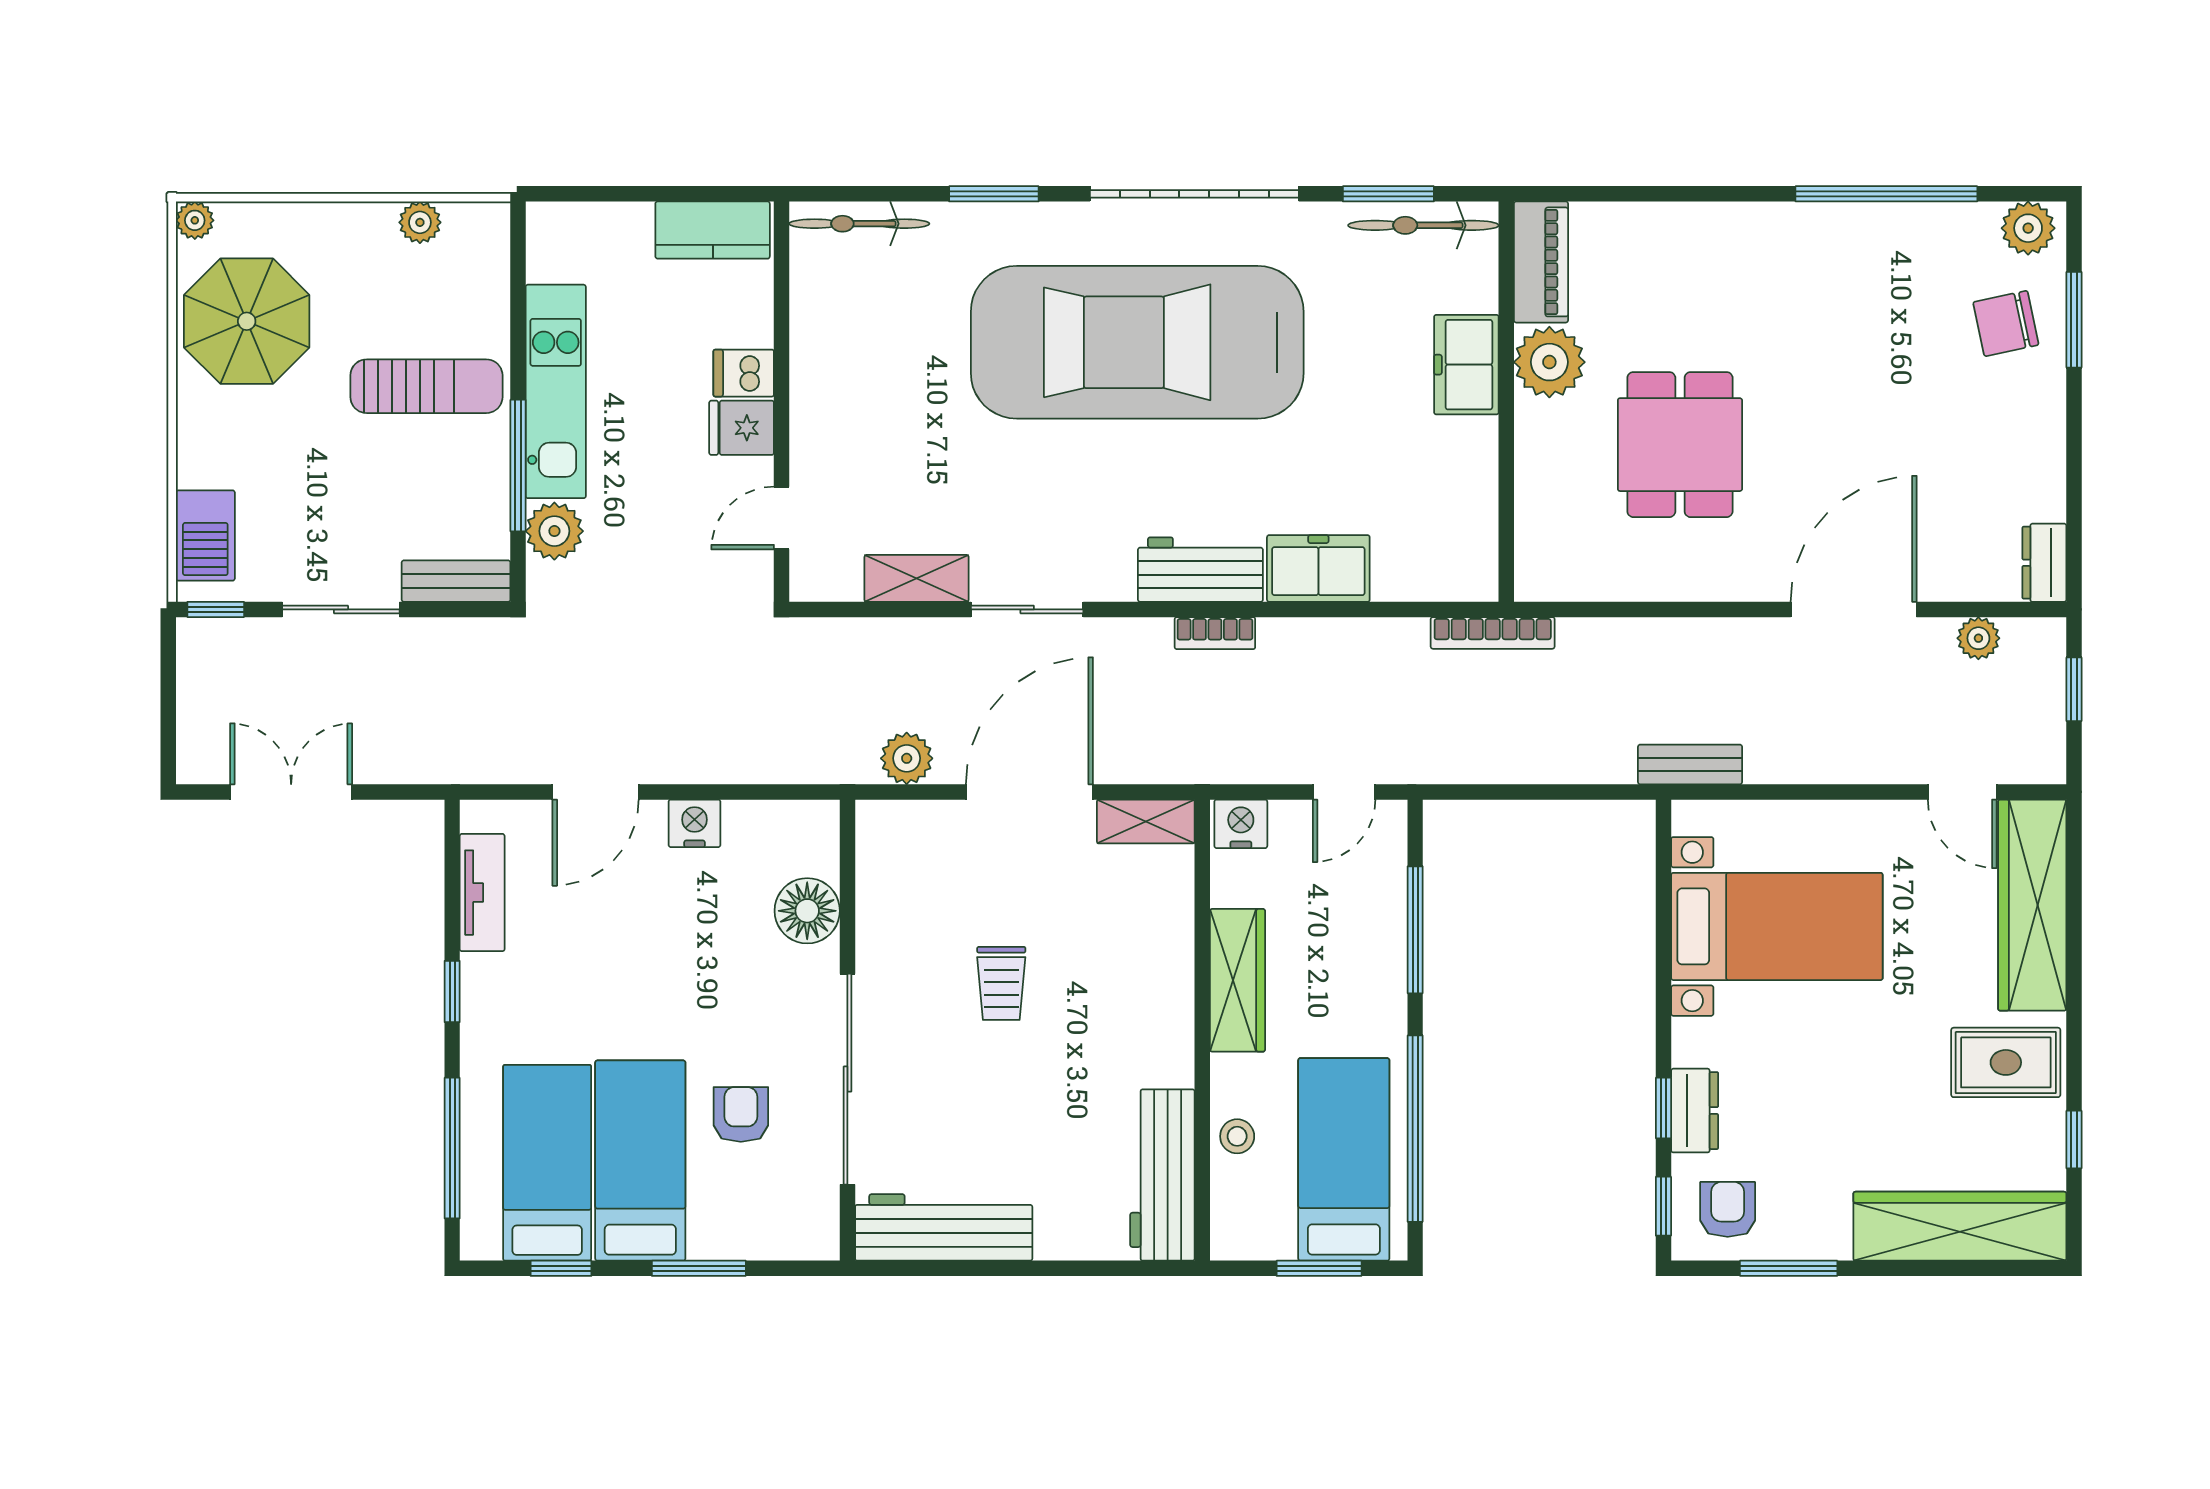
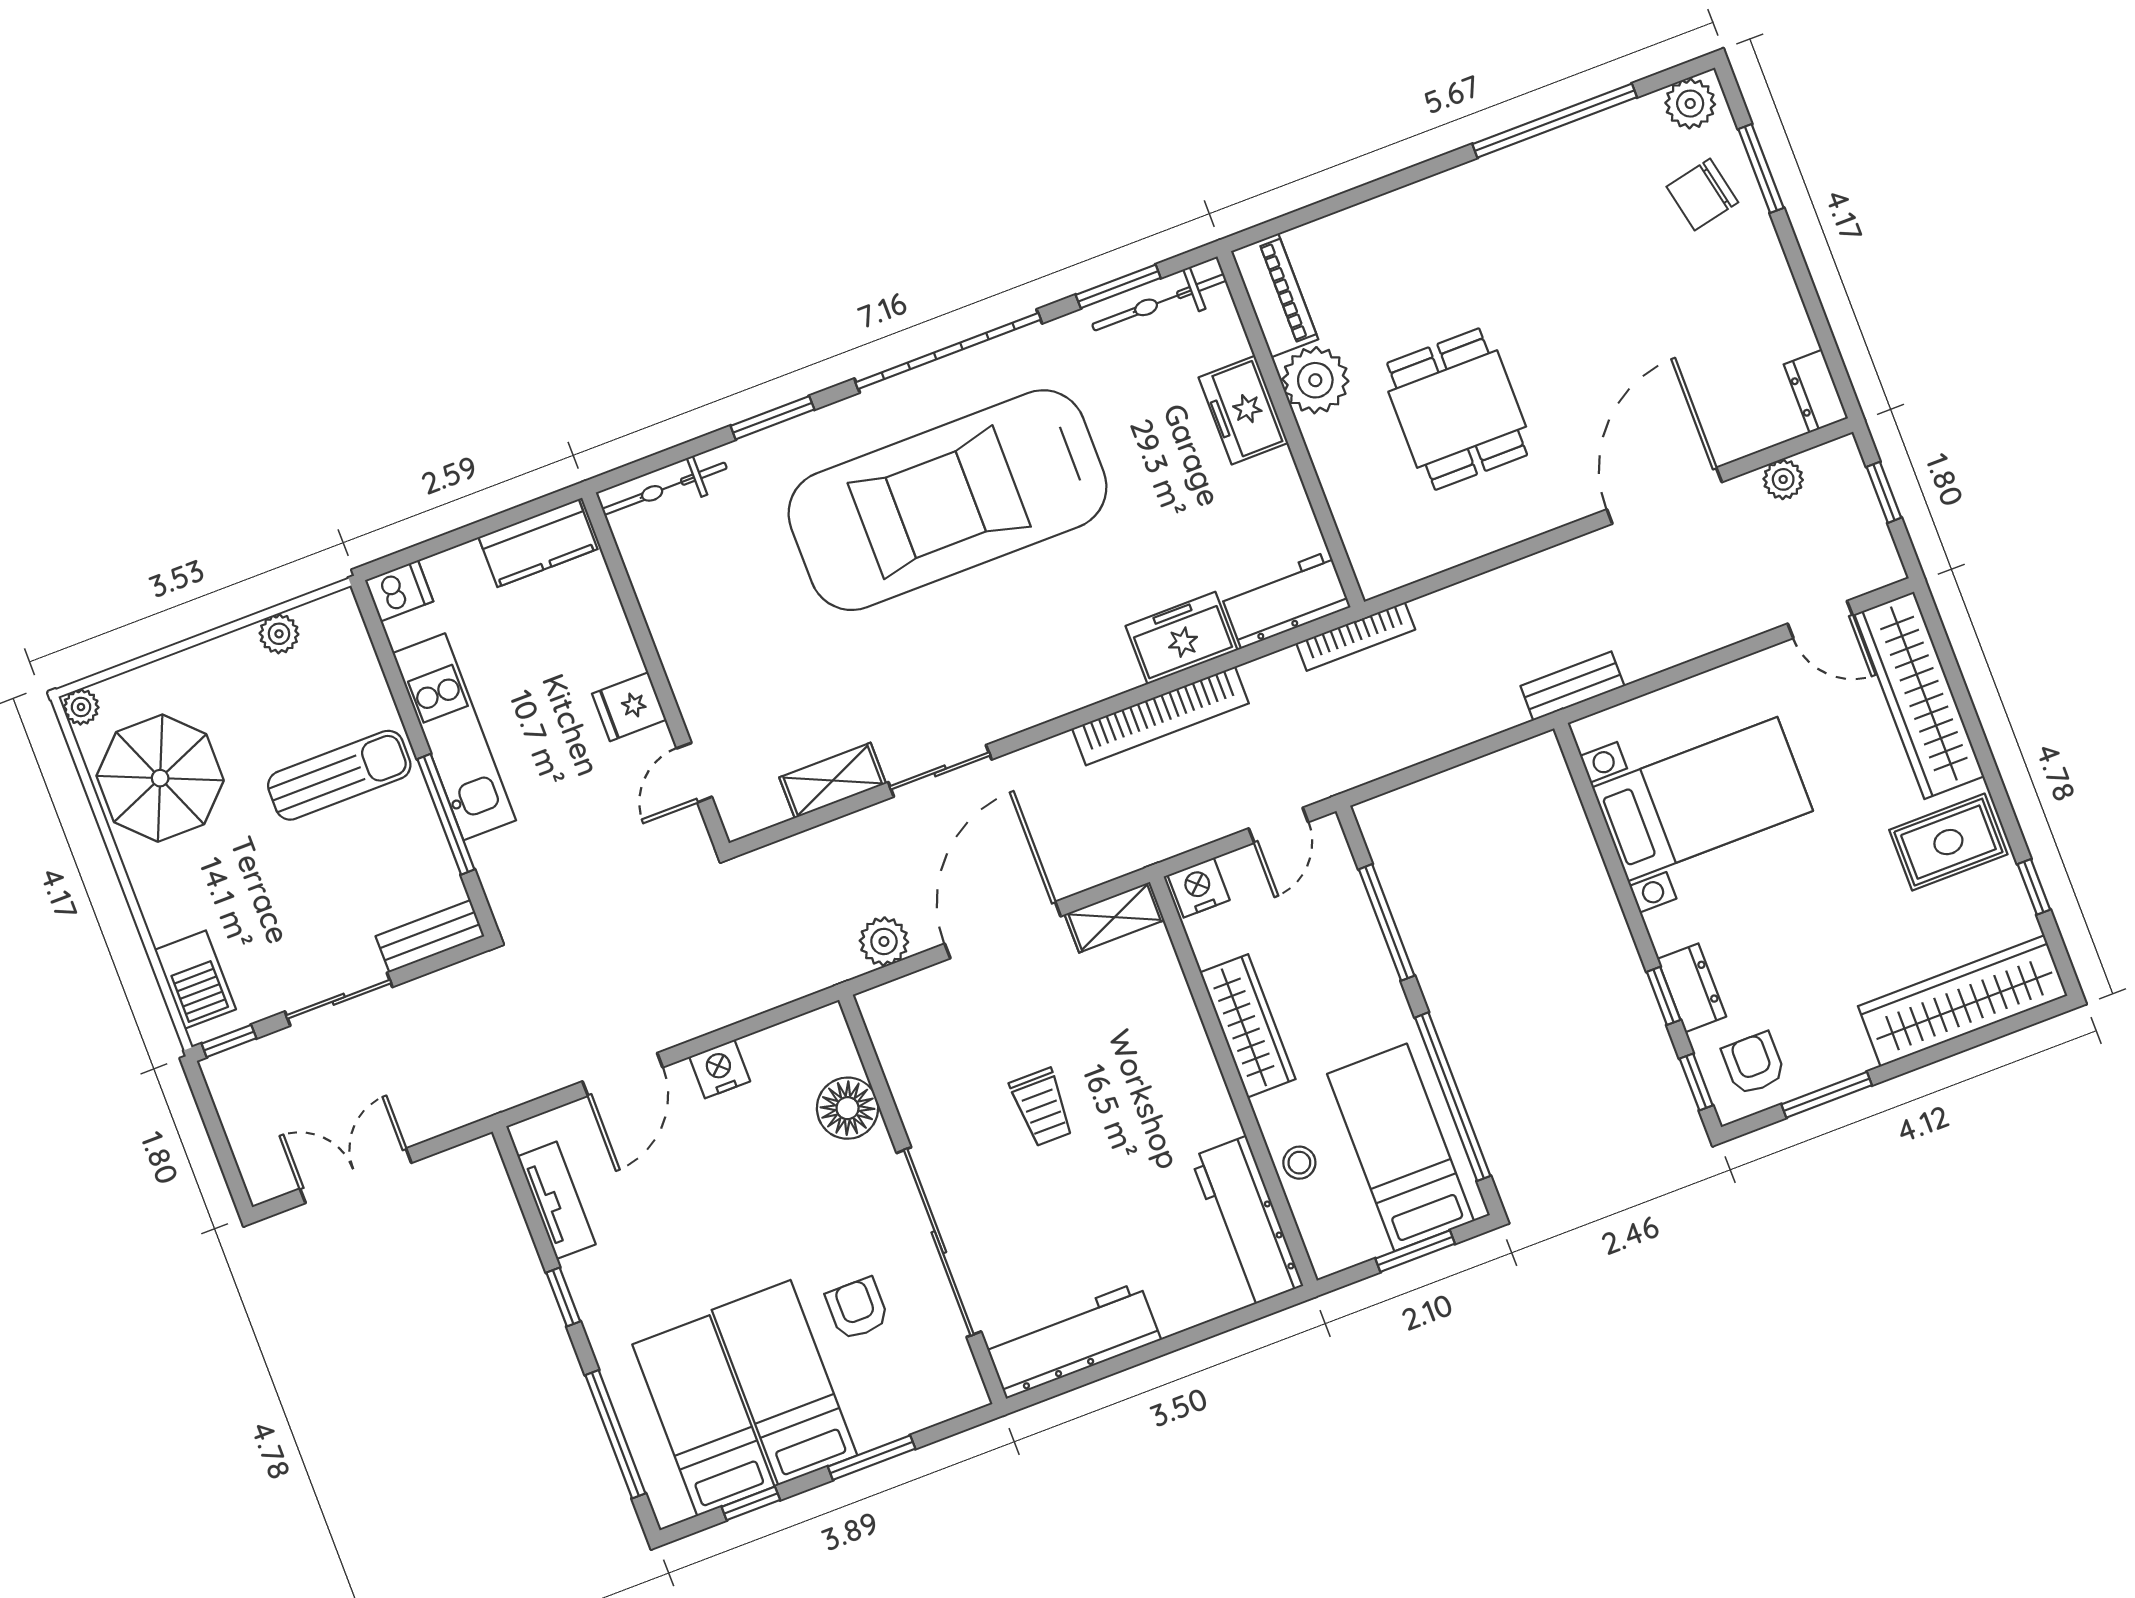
dishwasher: (744, 373) -> (399, 591), moved, turned 180
plant: (554, 531) -> (500, 860), removed
workbench: (1200, 570) -> (1285, 600), moved
bookcase: (1215, 633) -> (1160, 716), width x2.31, depth x1.31

